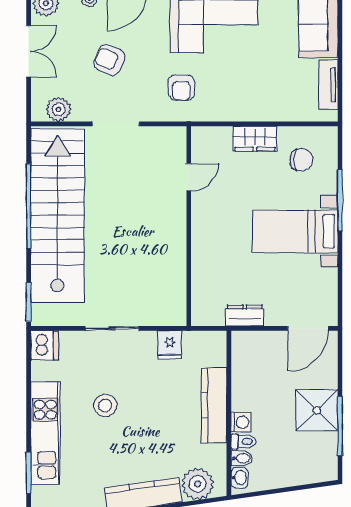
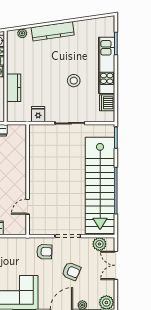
double door: (29, 51) -> (116, 265), moved
armchair: (181, 88) -> (44, 252), moved, turned 92
dishwasher: (45, 345) -> (107, 103), moved
kitchen counter: (214, 405) -> (14, 88), width x0.67
plant: (198, 484) -> (22, 33), width x0.53, depth x0.53

